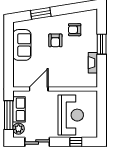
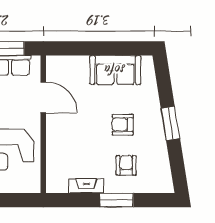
window: (41, 13) -> (170, 123), moved
armchair: (75, 30) -> (126, 165), moved

